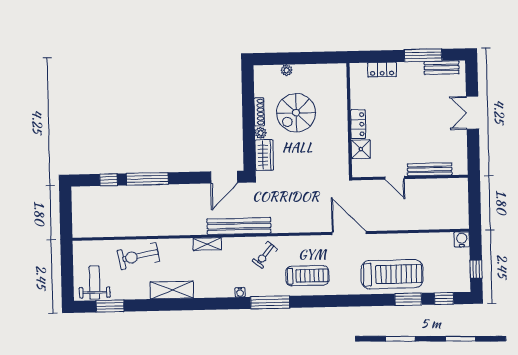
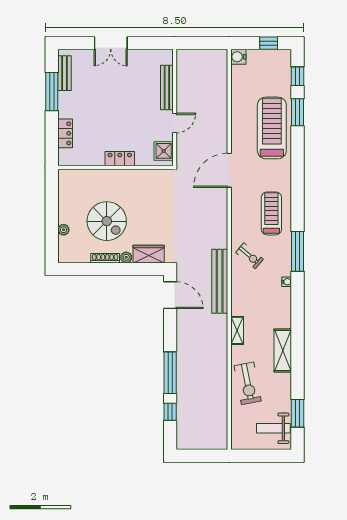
shower: (361, 149) -> (164, 151), moved
shelving: (207, 244) -> (237, 330), moved

